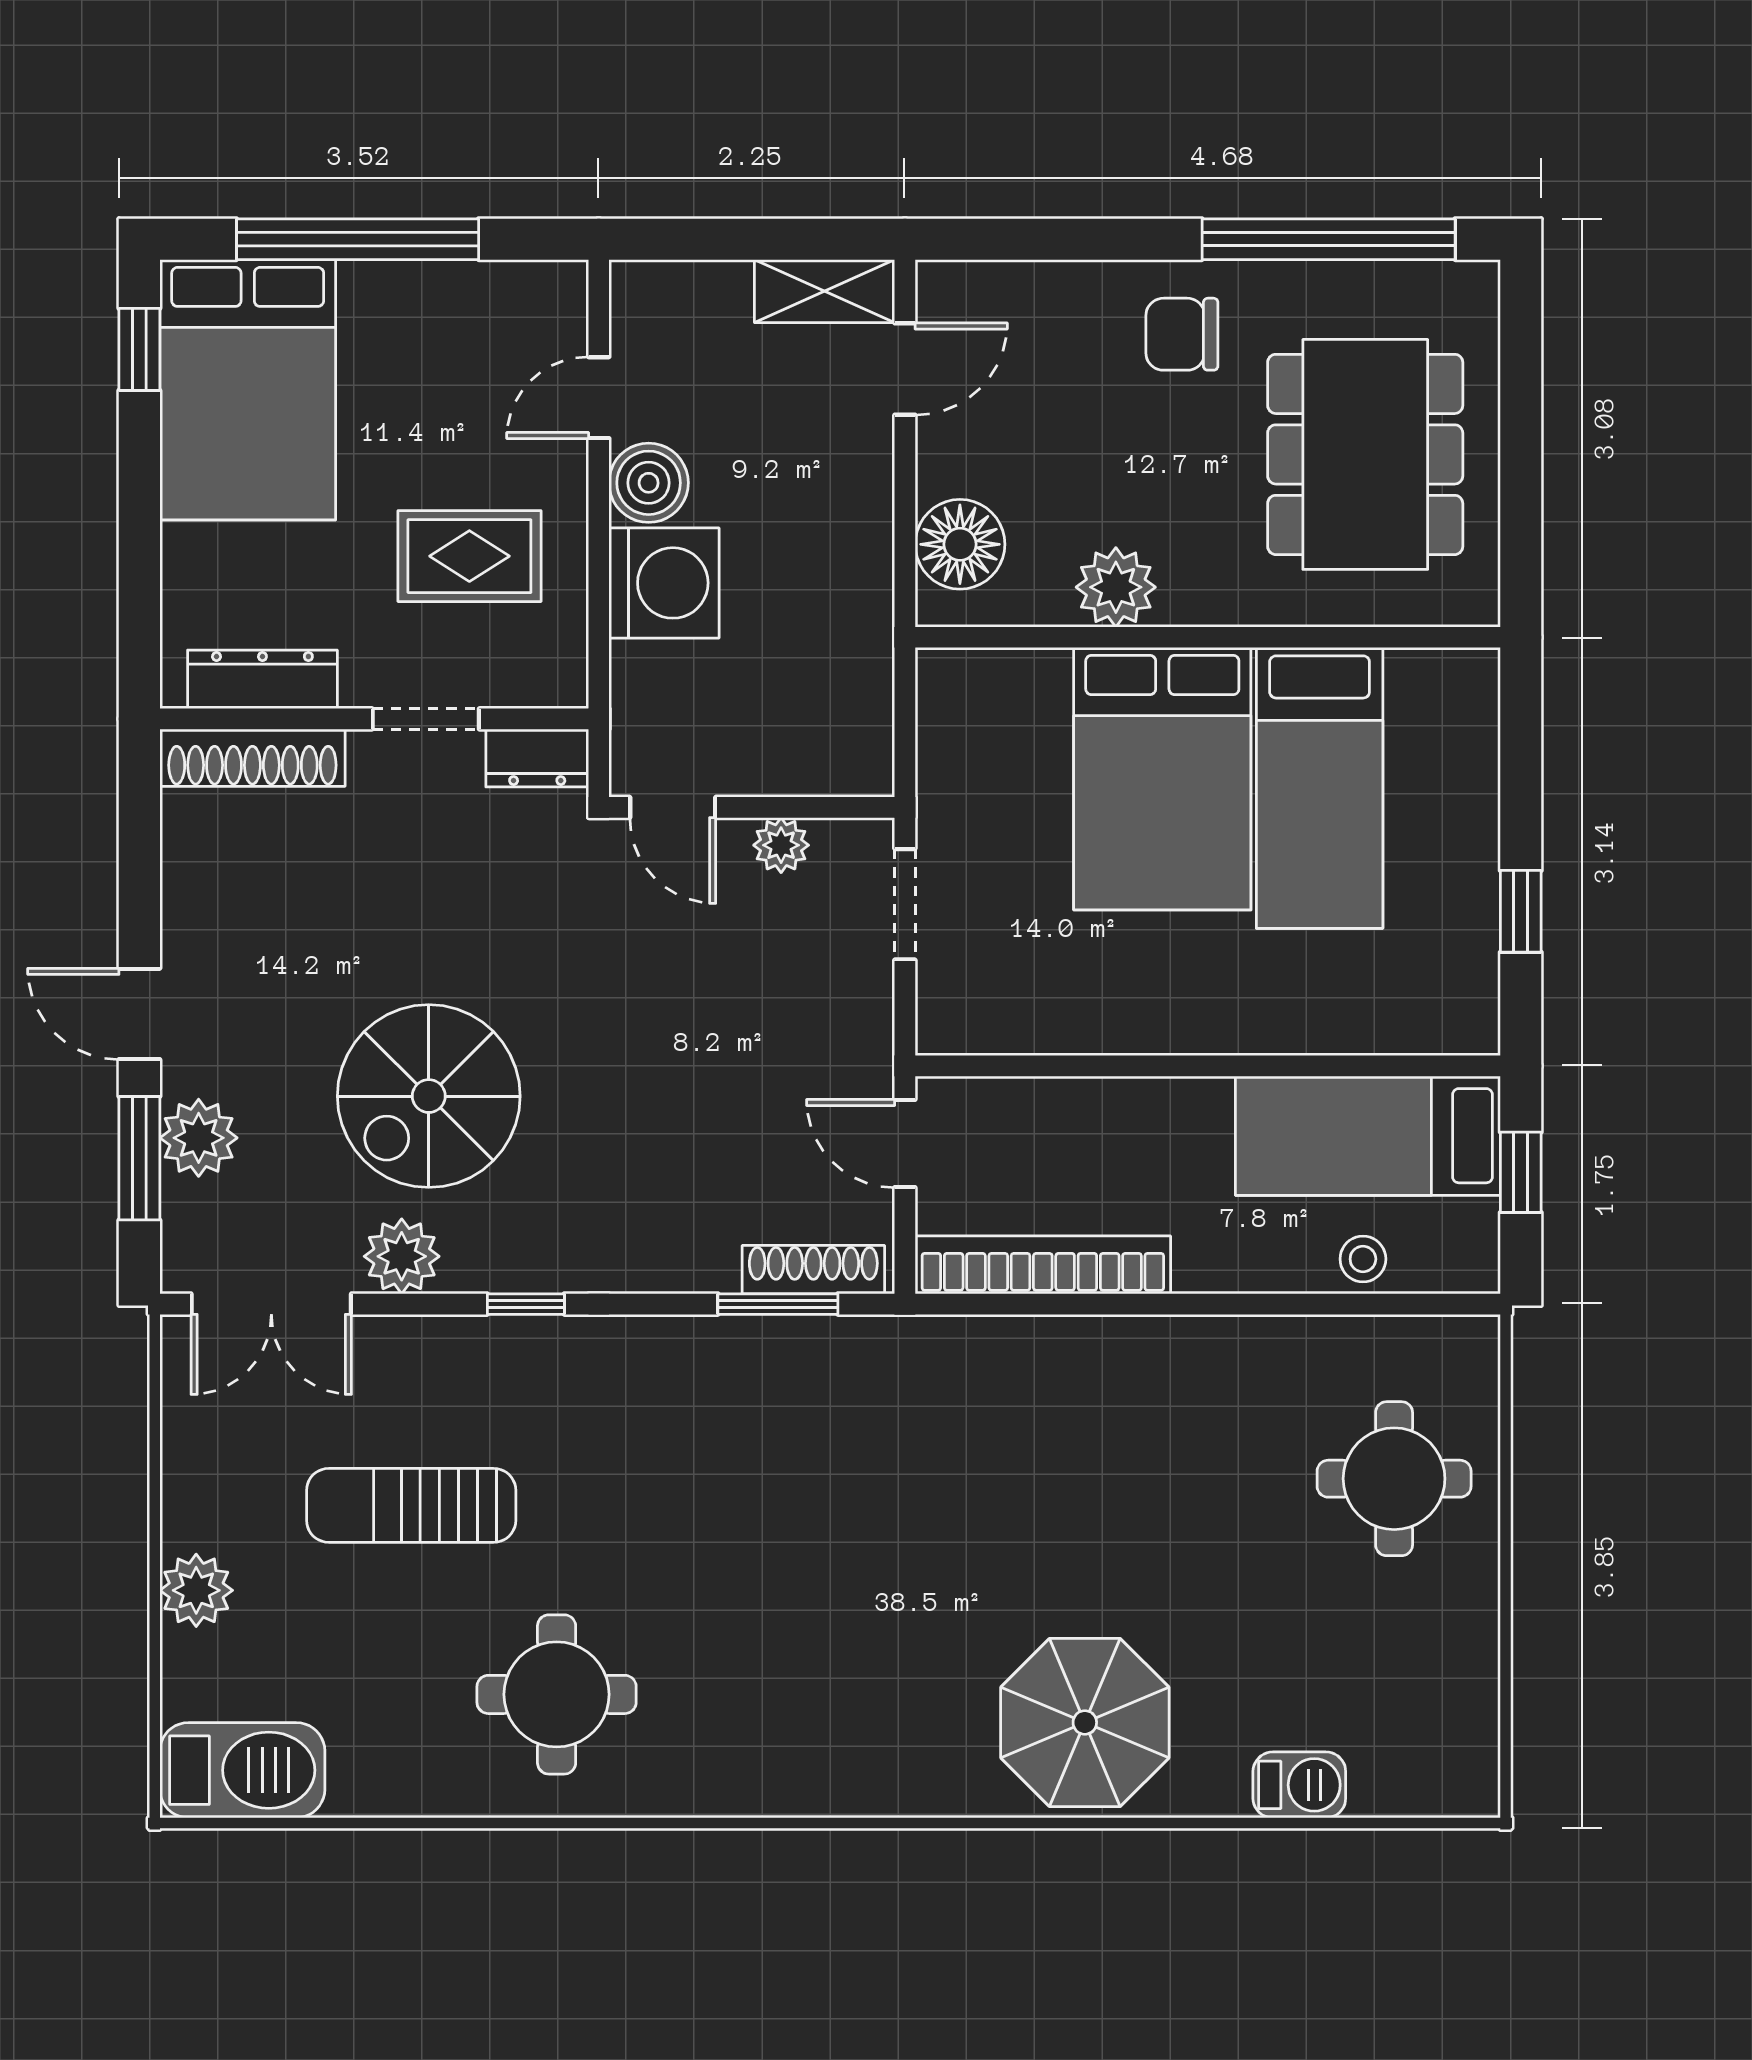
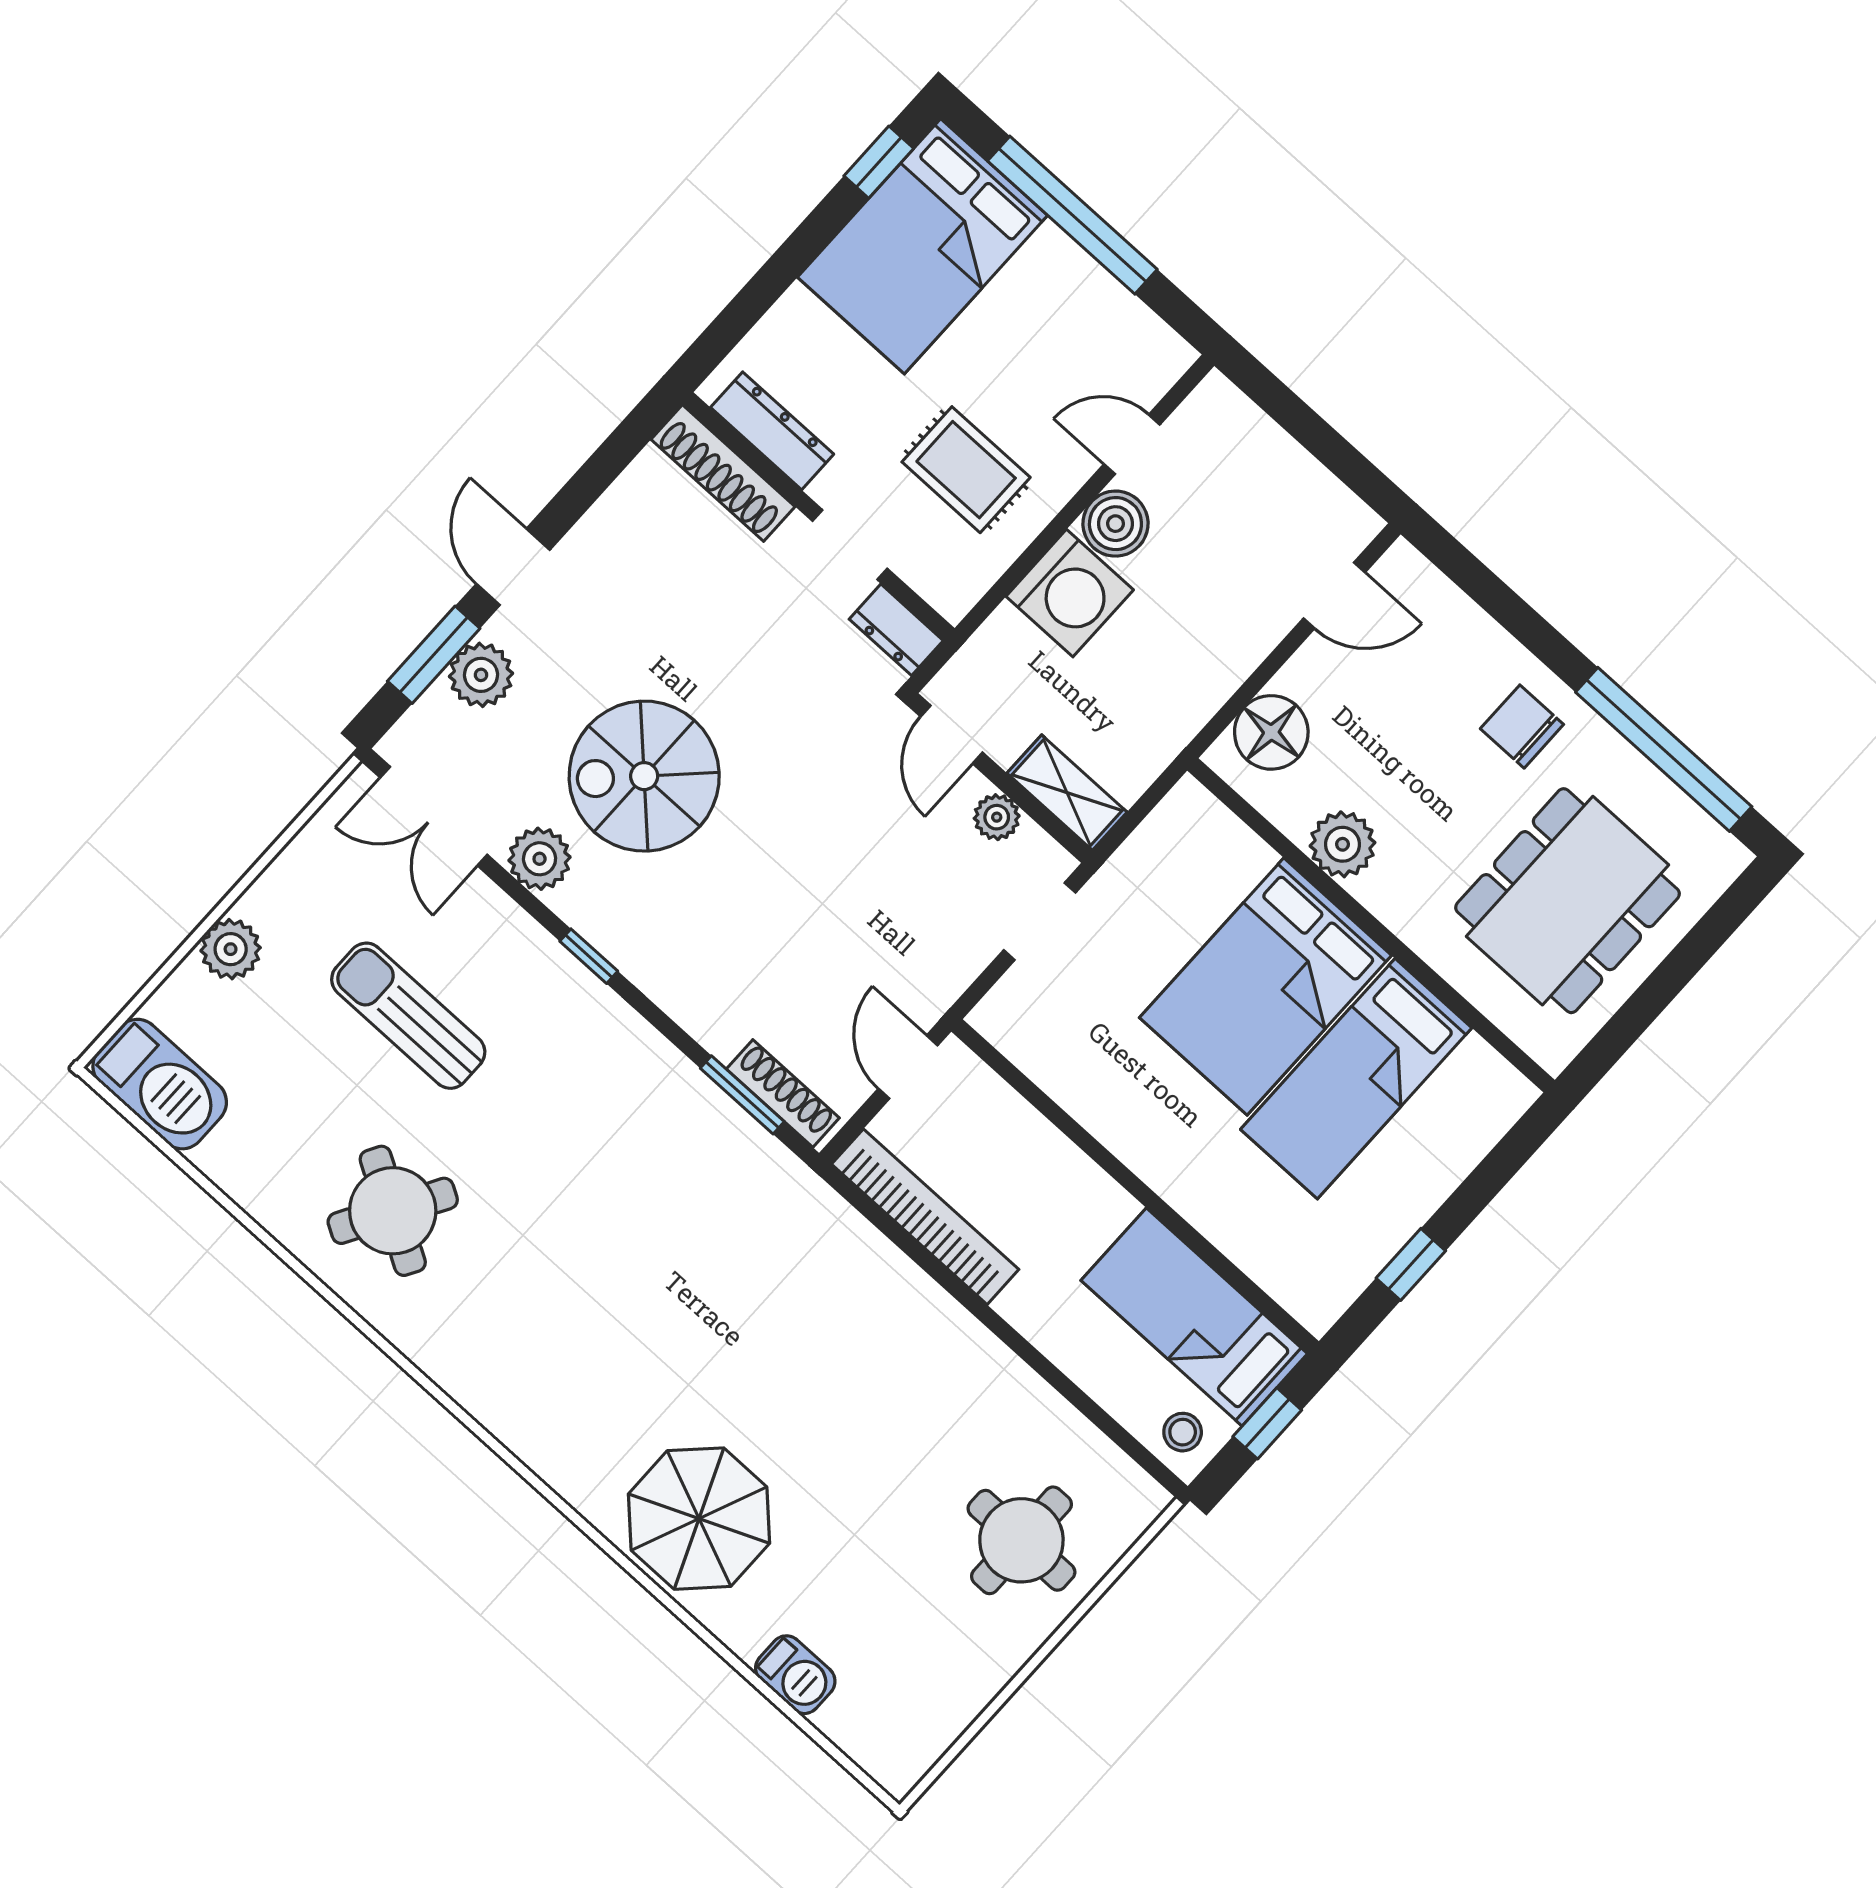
shelving: (825, 291) -> (1067, 793), moved
stool: (1363, 1259) -> (1183, 1432), moved
round table: (557, 1694) -> (393, 1211), turned 30

